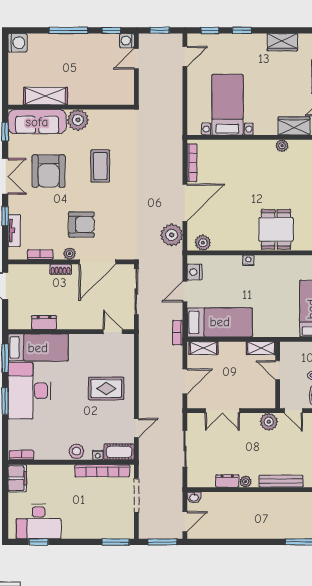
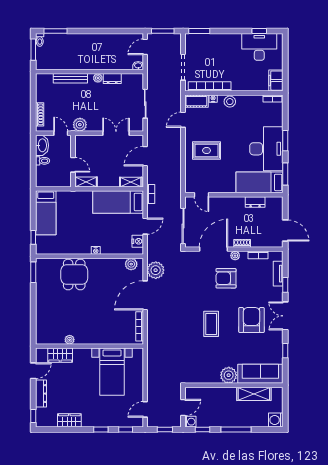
shelving: (45, 96) -> (254, 394), moved
wall: (71, 107) -> (234, 385), moved
plant: (78, 120) -> (229, 375), moved
sofa: (37, 122) -> (260, 374), moved

